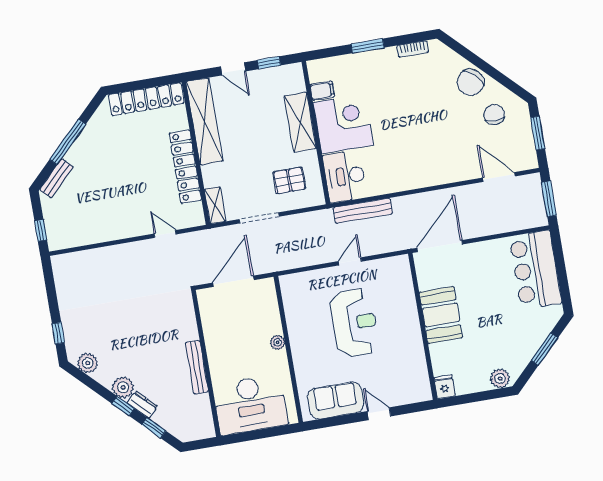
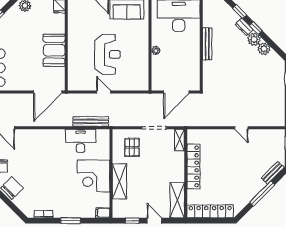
filing cabinet: (322, 91) -> (103, 213), moved
shelving: (204, 121) -> (177, 200), width x0.68
desk: (345, 176) -> (81, 141), moved, turned -90
pallet: (289, 180) -> (132, 147), turned 90
door: (165, 234) -> (241, 128), moved
door: (350, 261) -> (104, 92), swing flipped
reception desk: (354, 323) -> (107, 55), turned 180
plant: (88, 363) -> (264, 49), moved

